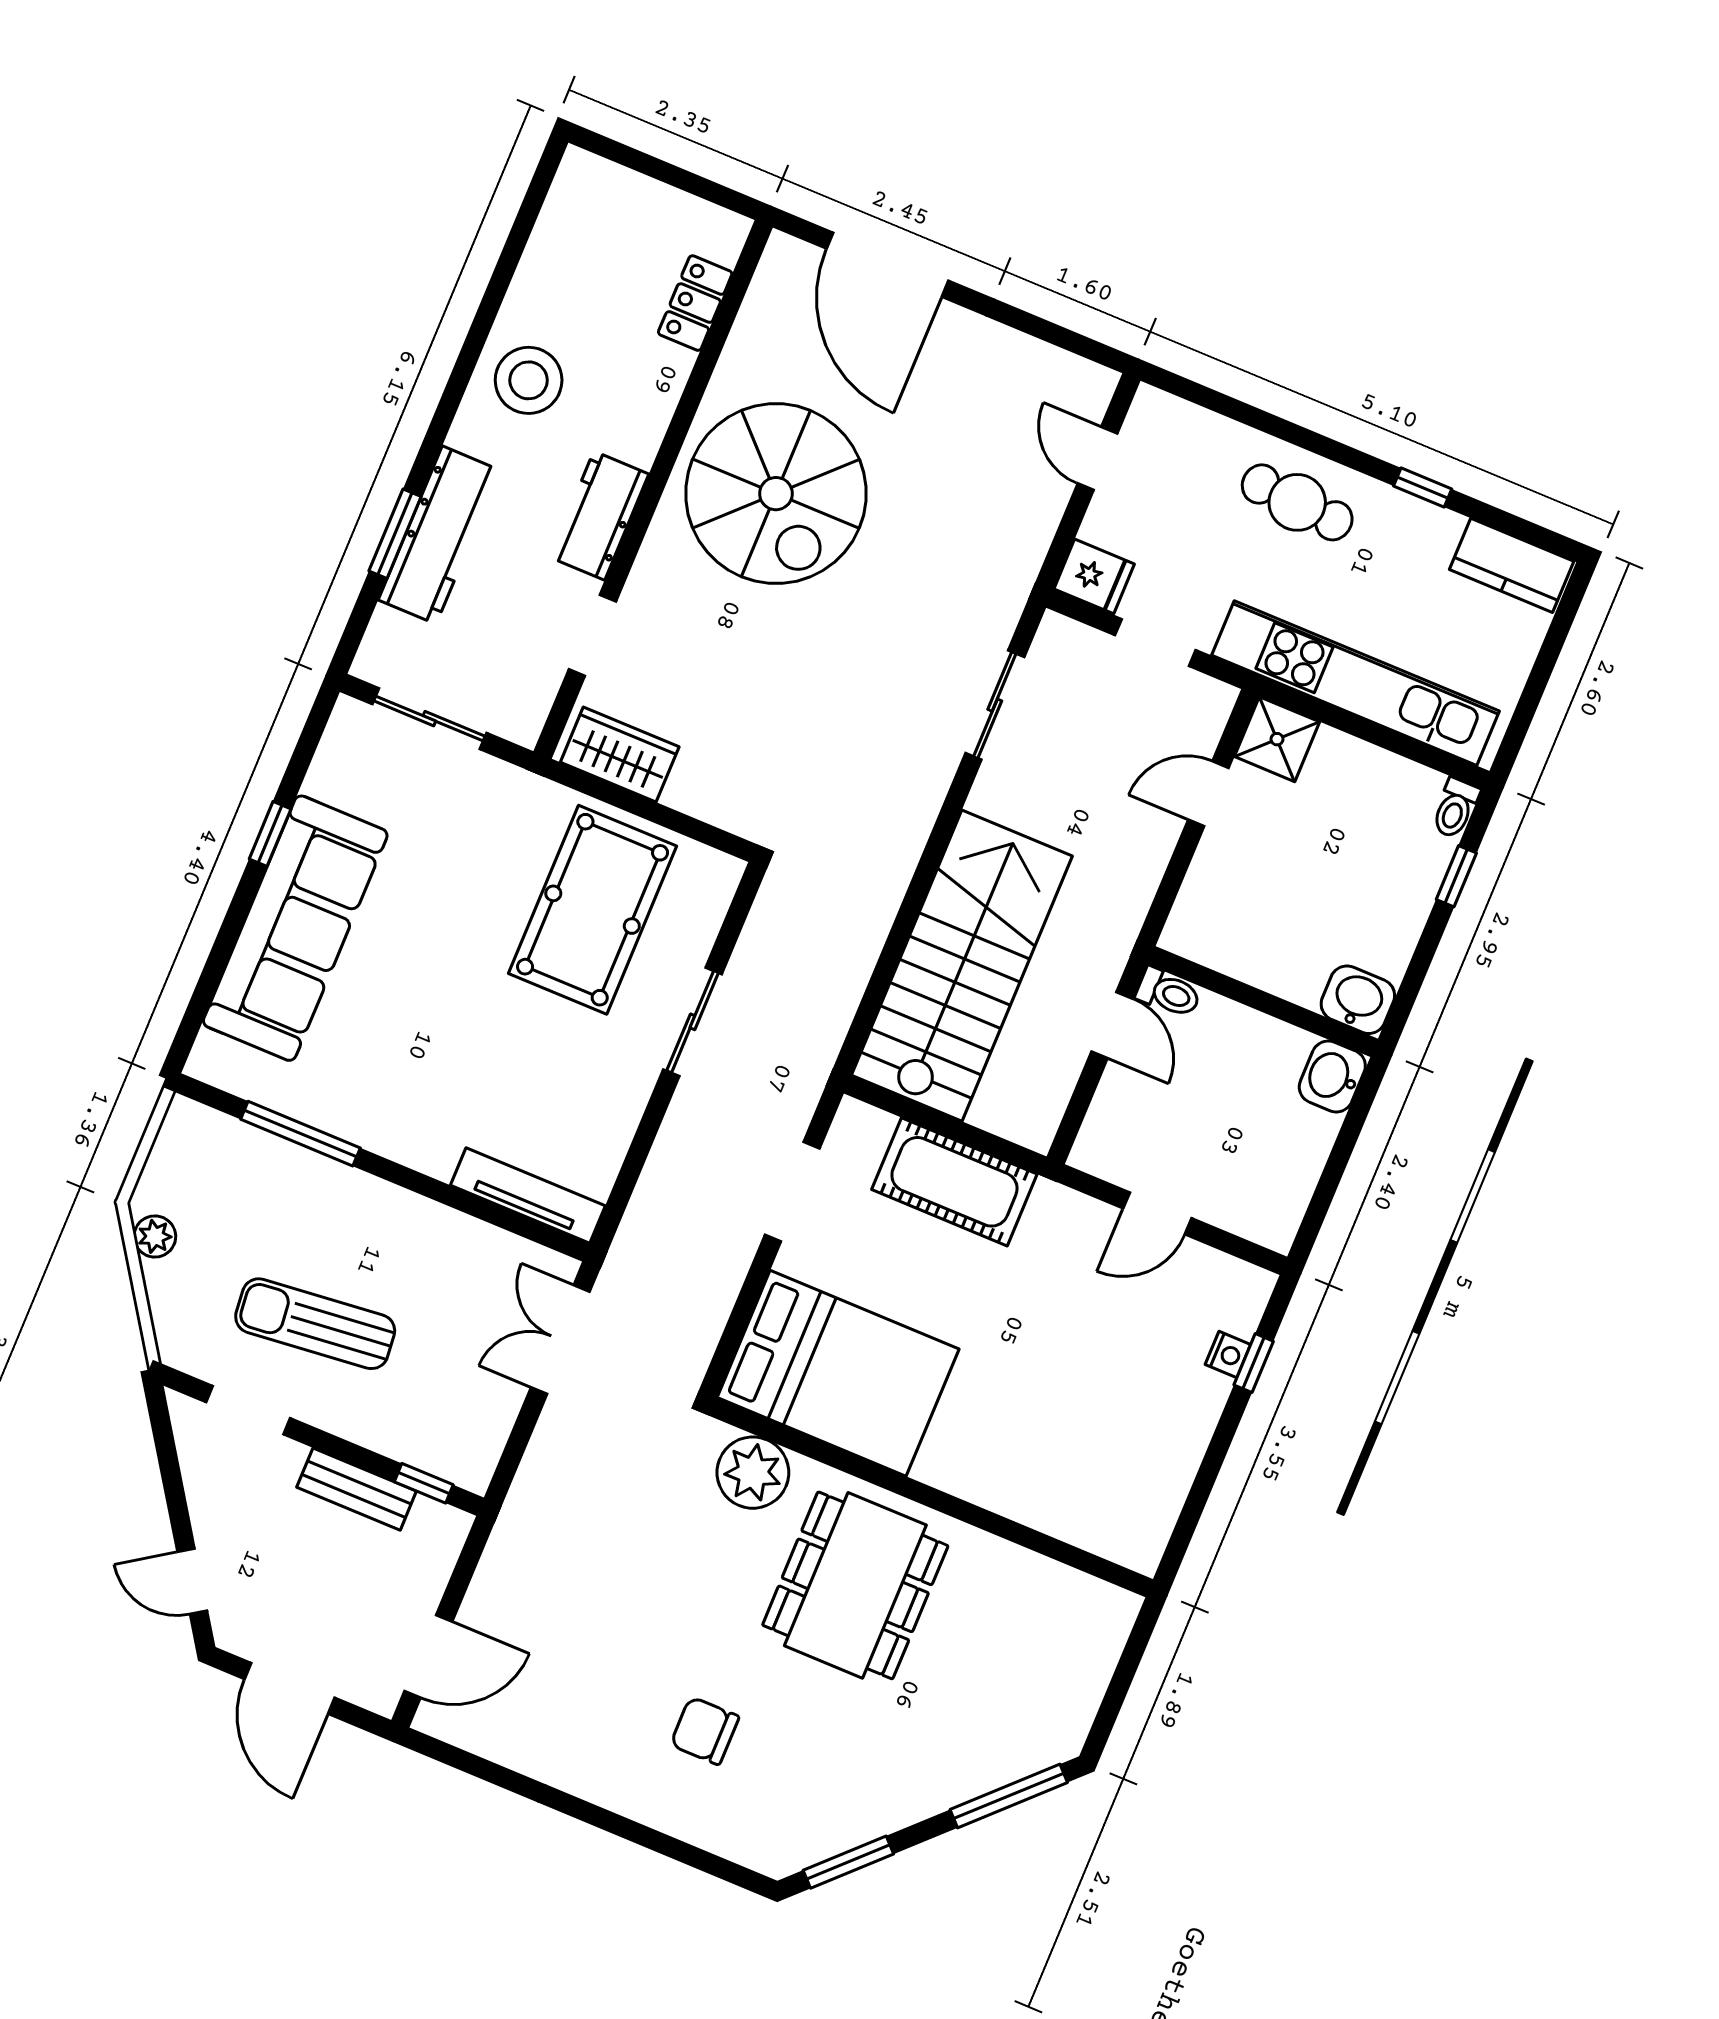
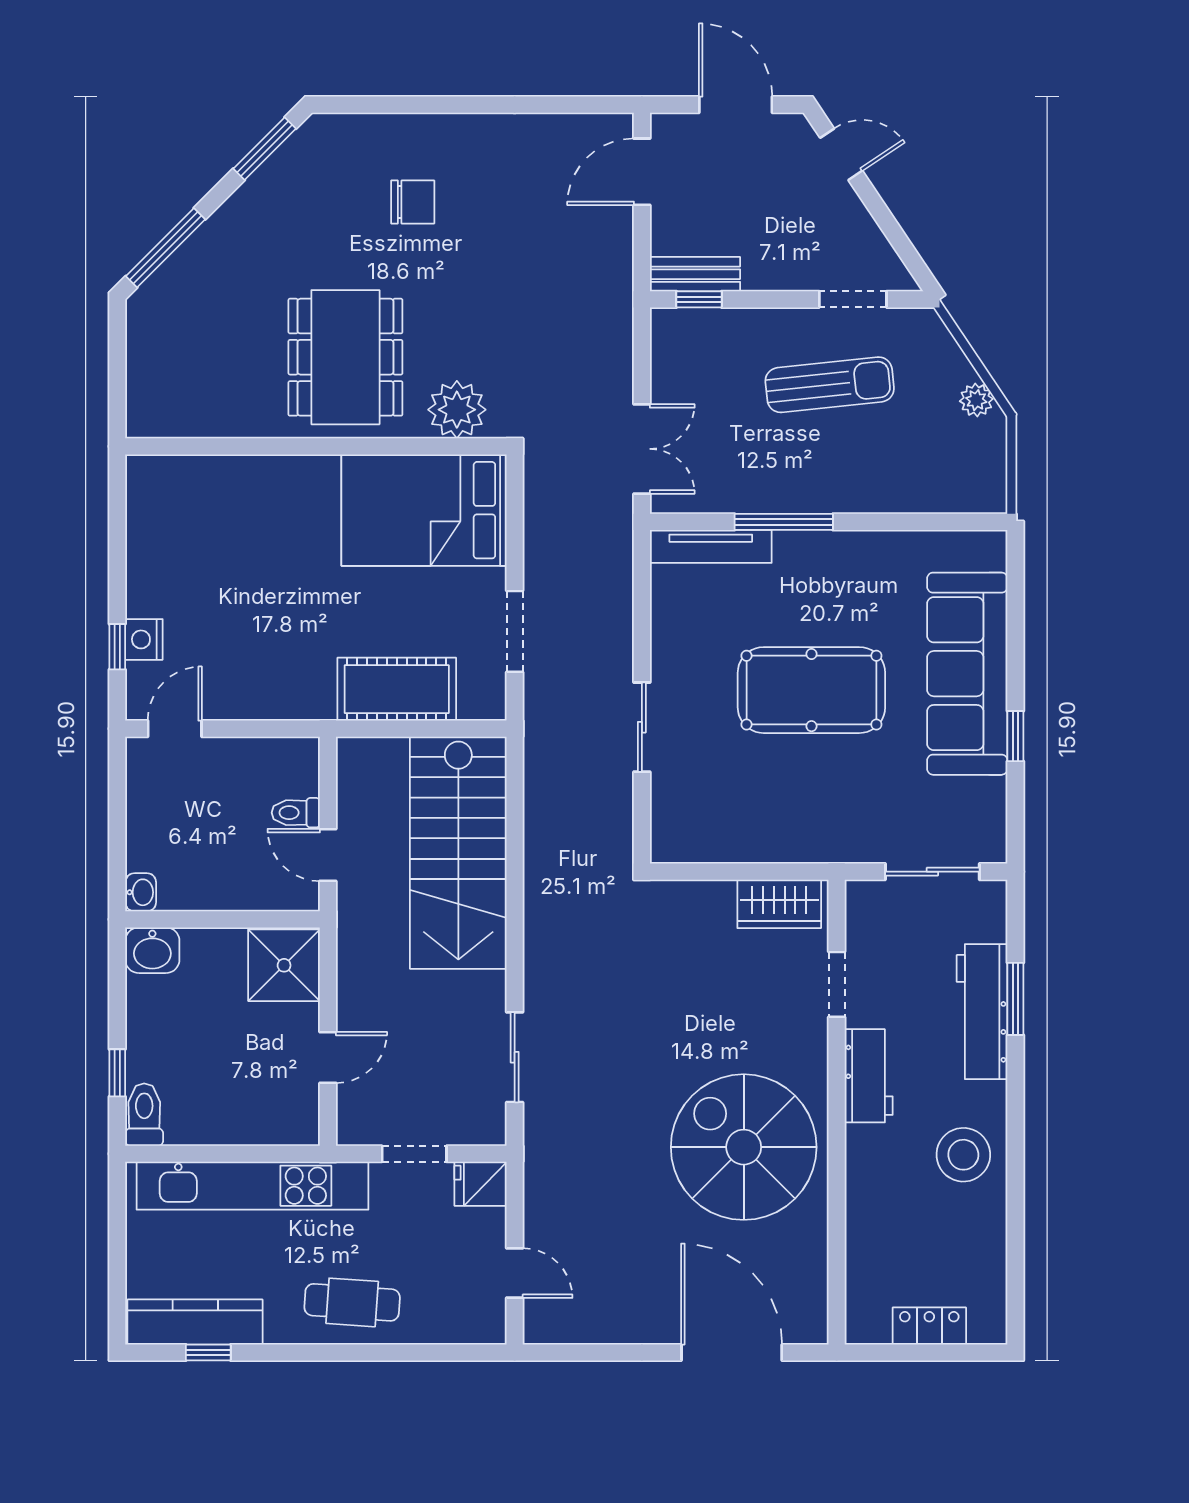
locker: (695, 303) -> (929, 1326), moved, turned -90
window: (1423, 487) -> (208, 1352), moved
kitchen counter: (1512, 565) -> (195, 1322), width x1.50
shower: (1277, 739) -> (284, 965), moved, width x1.36, depth x1.36
toilet: (1455, 808) -> (144, 1115), width x1.37, depth x1.39
pool table: (593, 910) -> (811, 690), moved, turned 90
toilet: (1168, 993) -> (296, 813), moved
washbasin: (1332, 1077) -> (141, 892), width x0.72, depth x0.69
window: (300, 1134) -> (784, 522), moved
door: (1157, 1213) -> (175, 729), moved
nightstand: (1228, 1355) -> (144, 639), width x1.39, depth x1.35
bench: (357, 1489) -> (695, 274), moved

